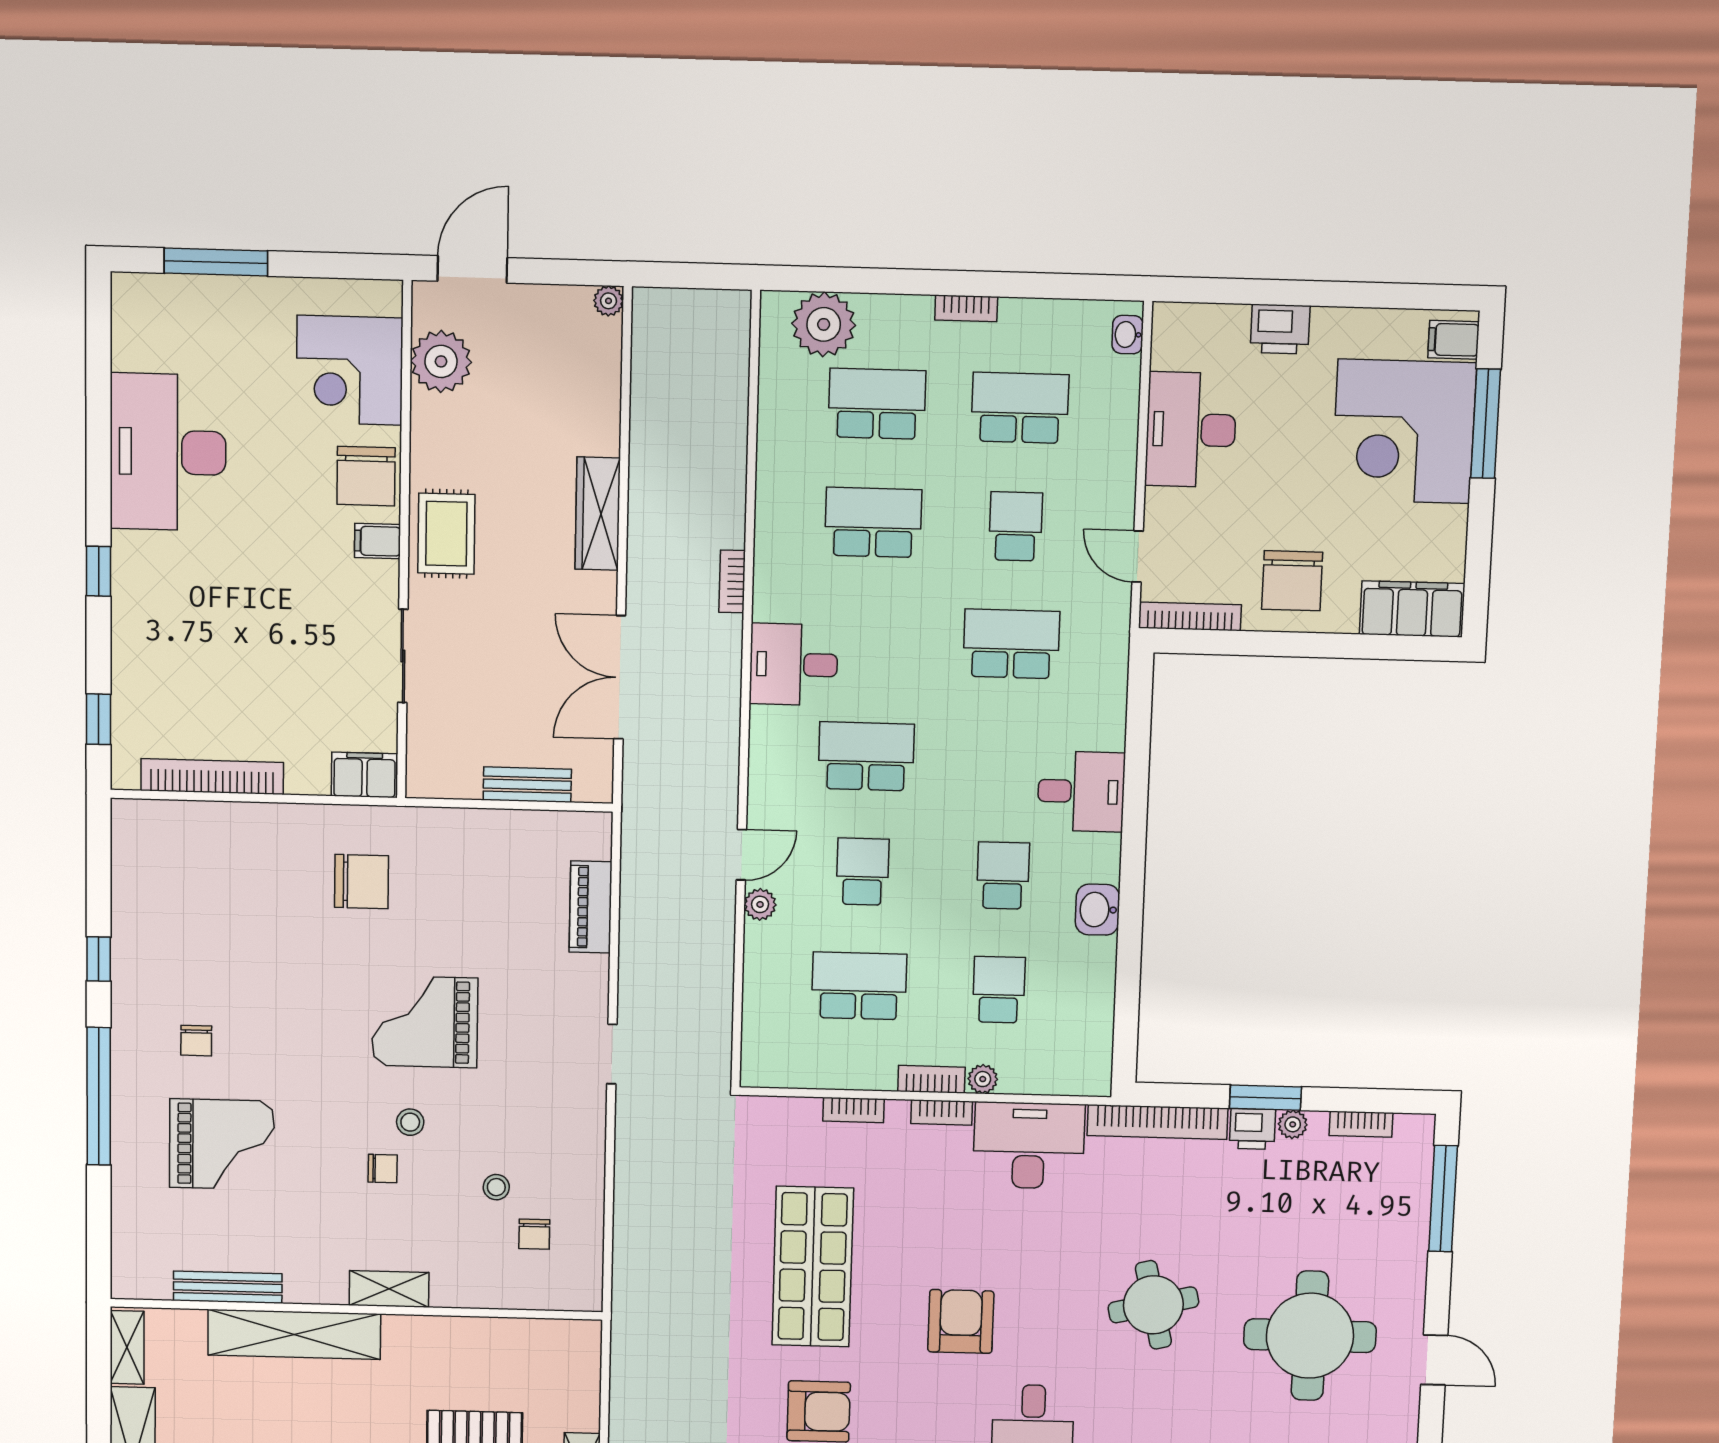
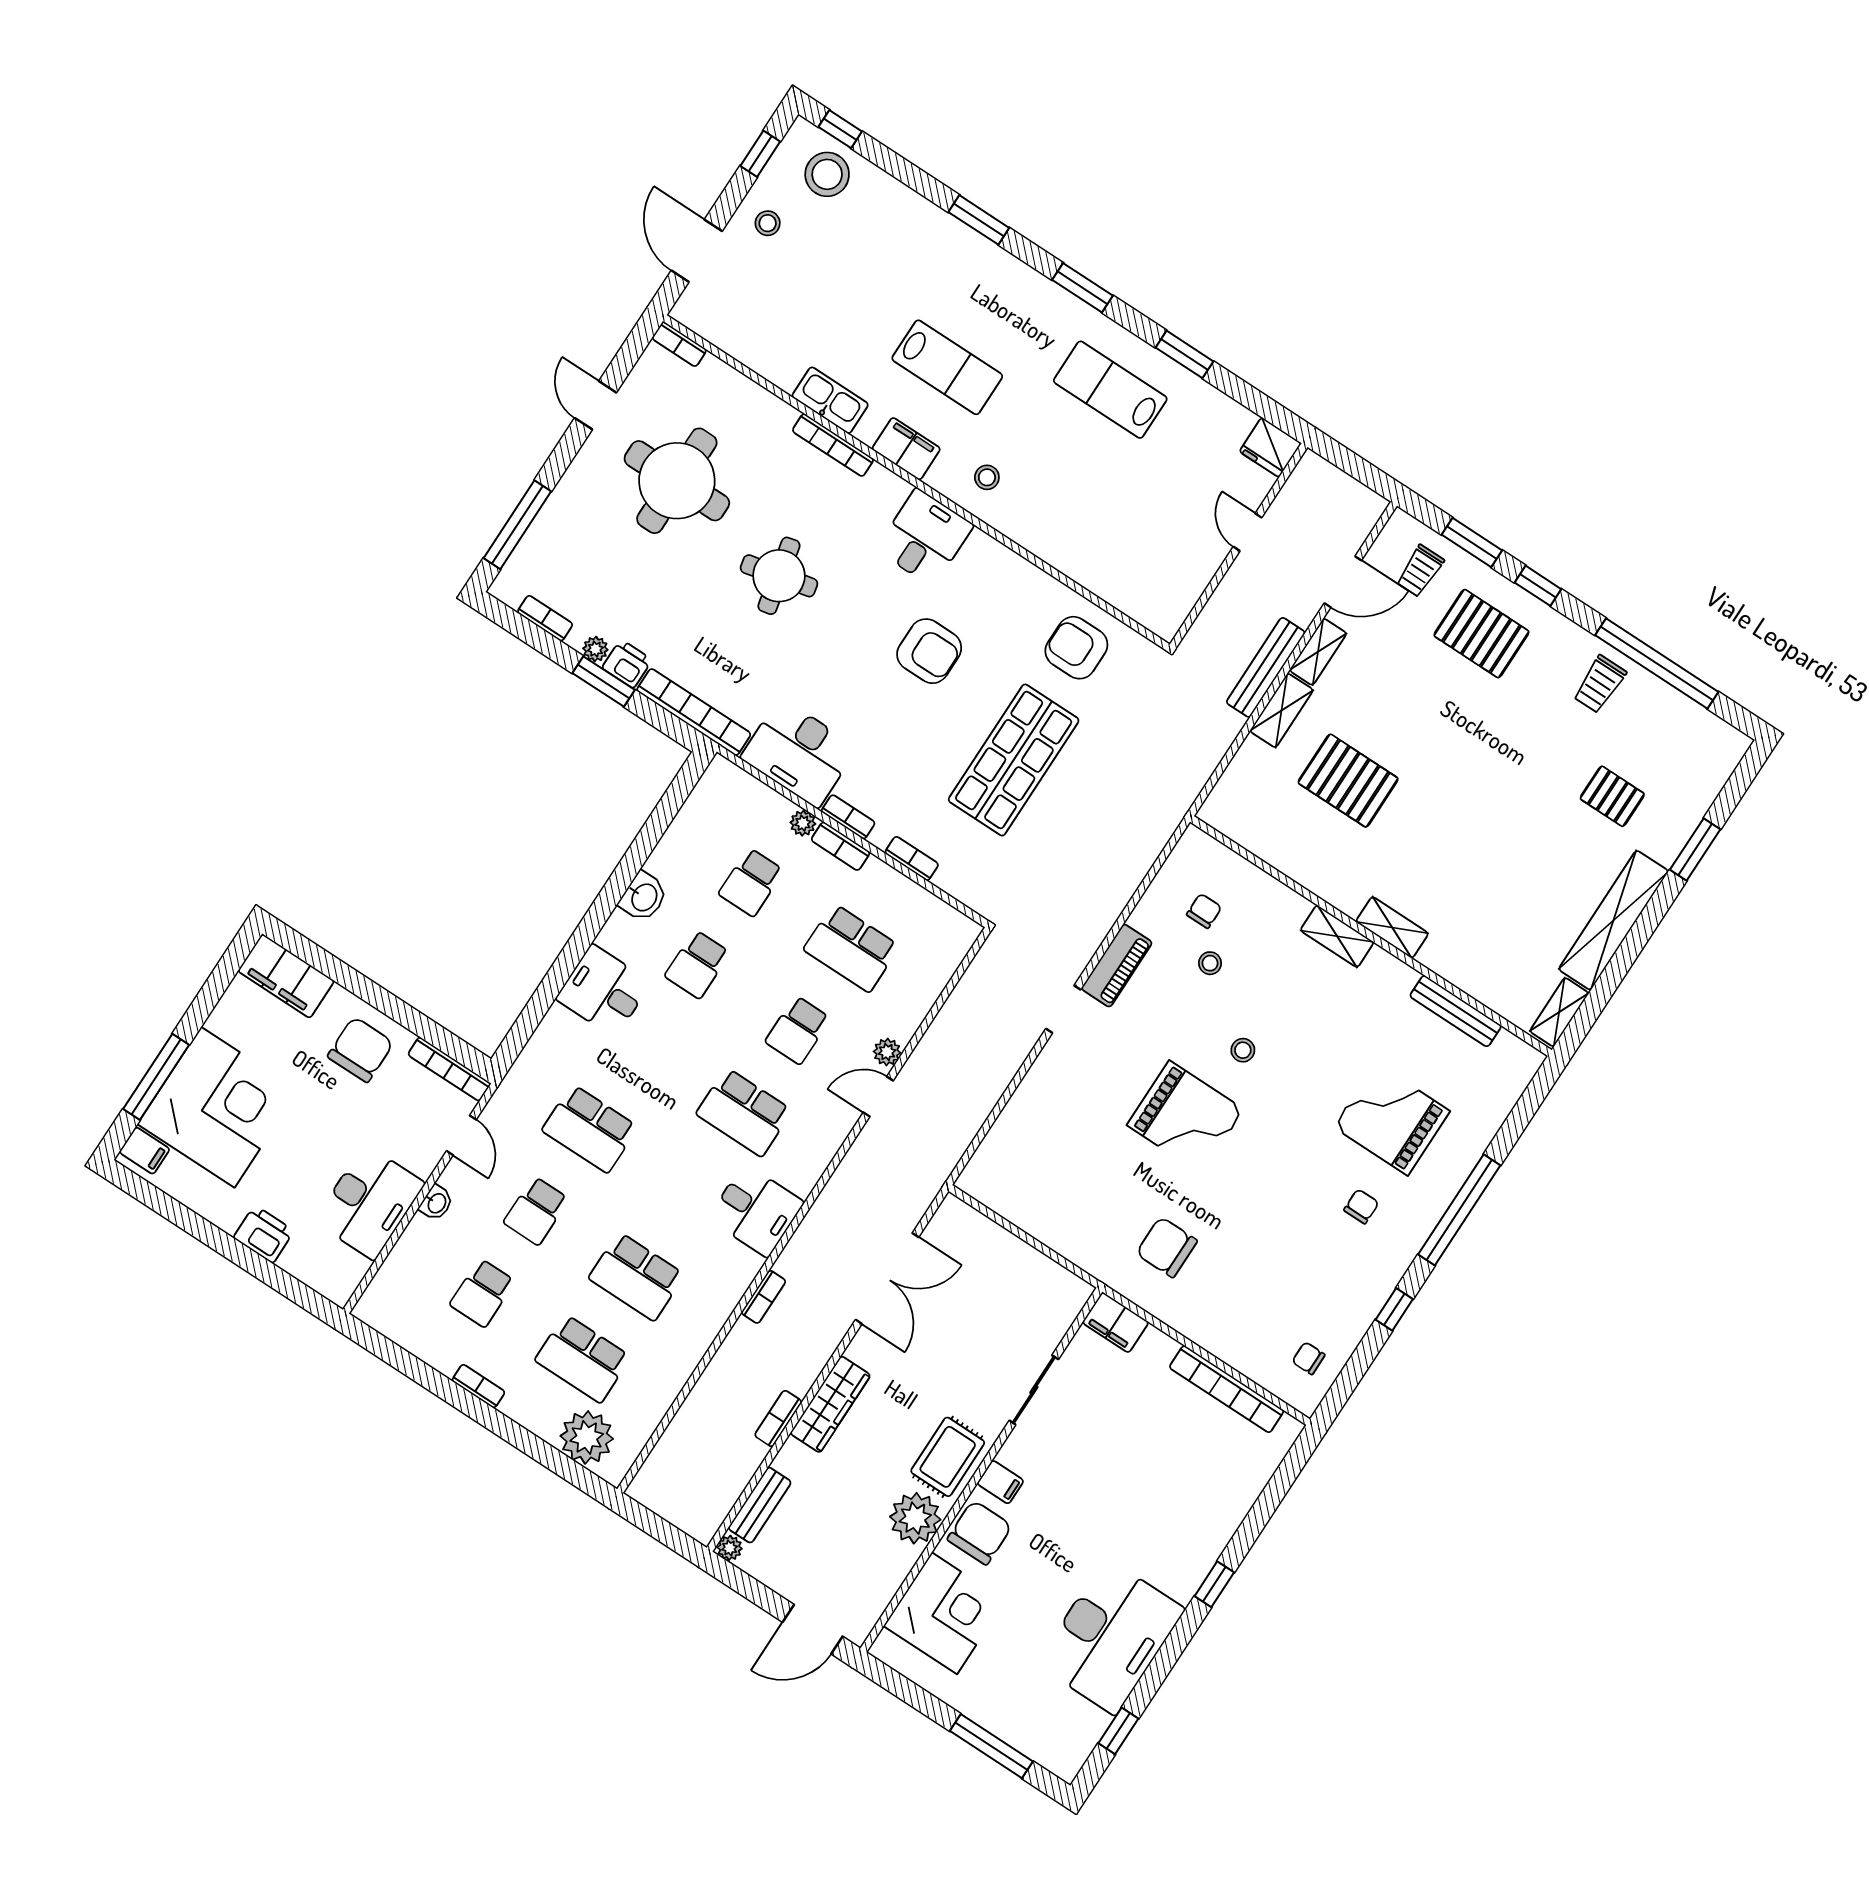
washbasin: (1128, 335) -> (436, 1203), moved
plant: (441, 361) -> (915, 1518), moved
school desk: (1020, 408) -> (482, 1293), width x0.54
bookcase: (641, 466) -> (778, 1418), added
window: (99, 719) -> (1118, 1731), moved
bench: (527, 785) -> (760, 1505), moved, turned 90
piano: (591, 907) -> (1117, 966), moved
chair: (383, 1169) -> (1308, 1358), moved
armchair: (961, 1321) -> (929, 651), turned -90
shelving: (294, 1334) -> (1392, 927), width x0.45, depth x0.75

